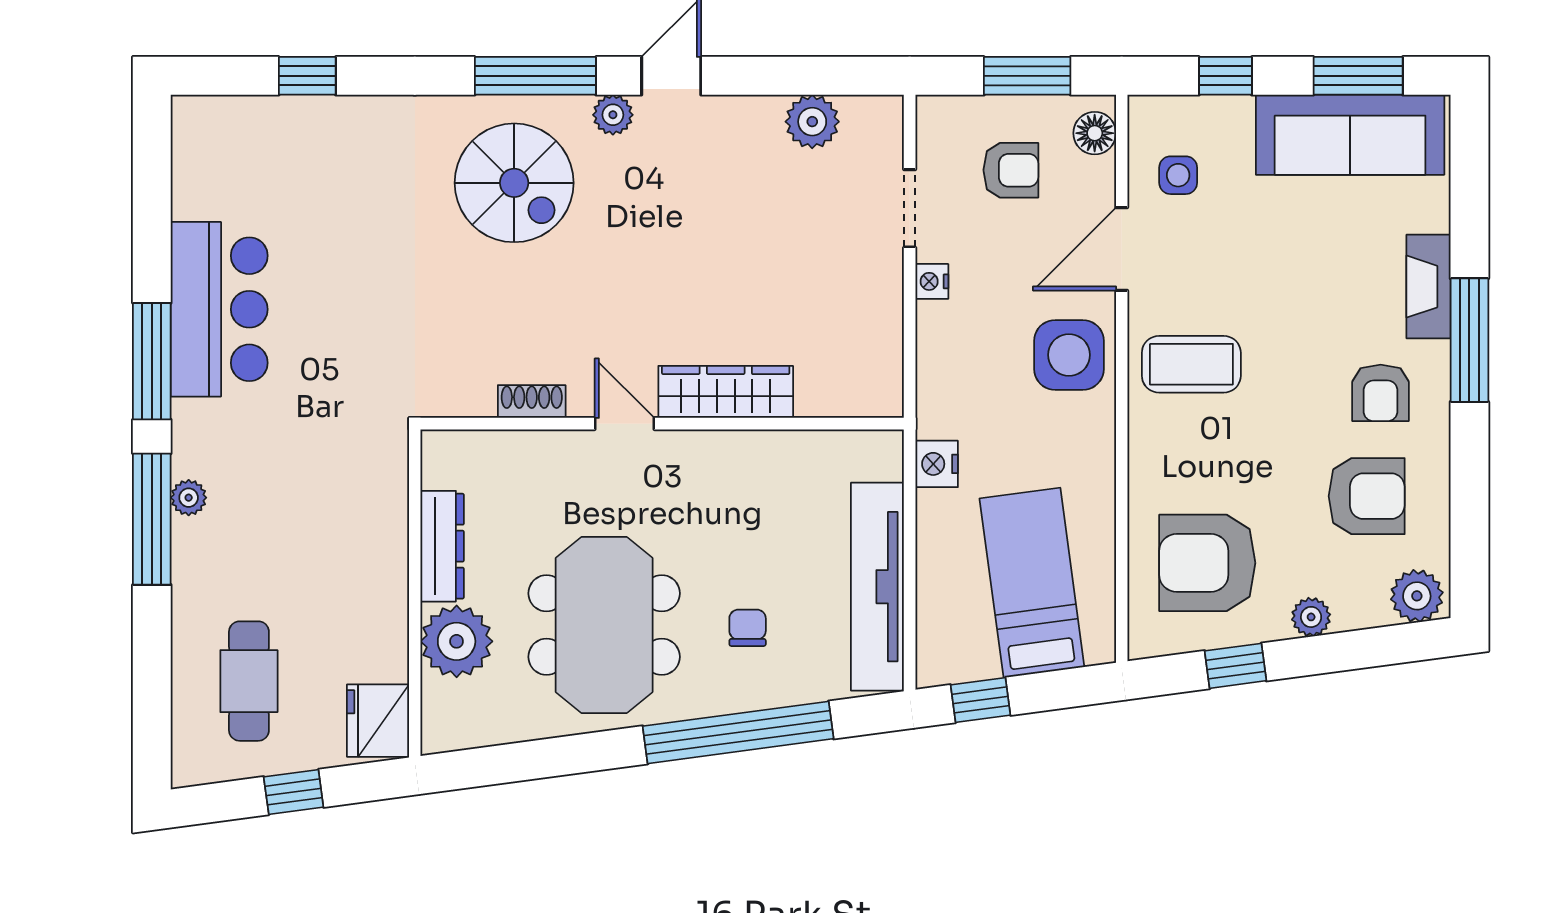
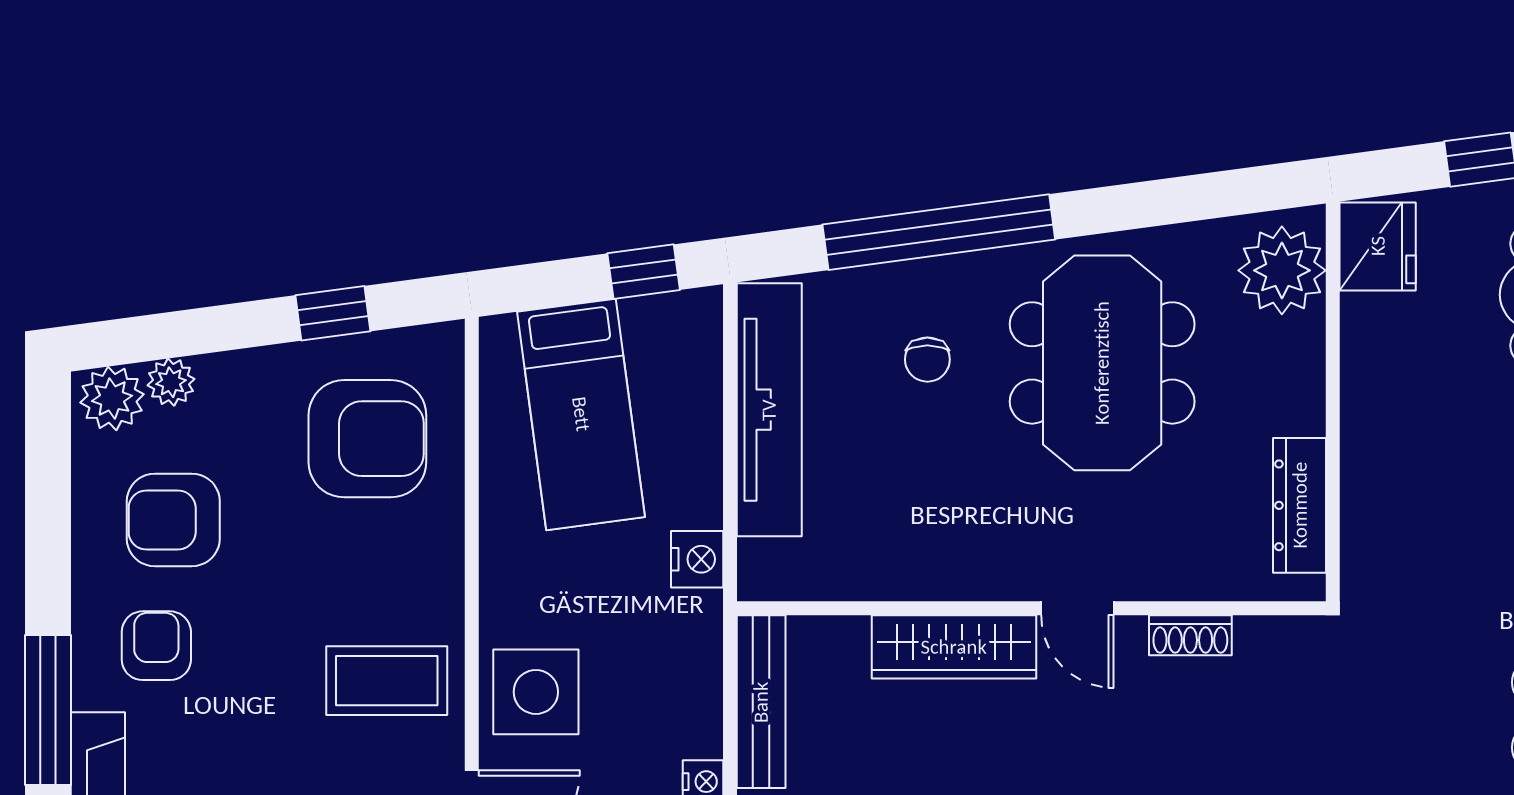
bench: (884, 347) -> (761, 702), added
dresser: (442, 546) -> (1300, 505), moved
plant: (1311, 617) -> (171, 382), moved
plant: (457, 641) -> (1282, 270), moved

